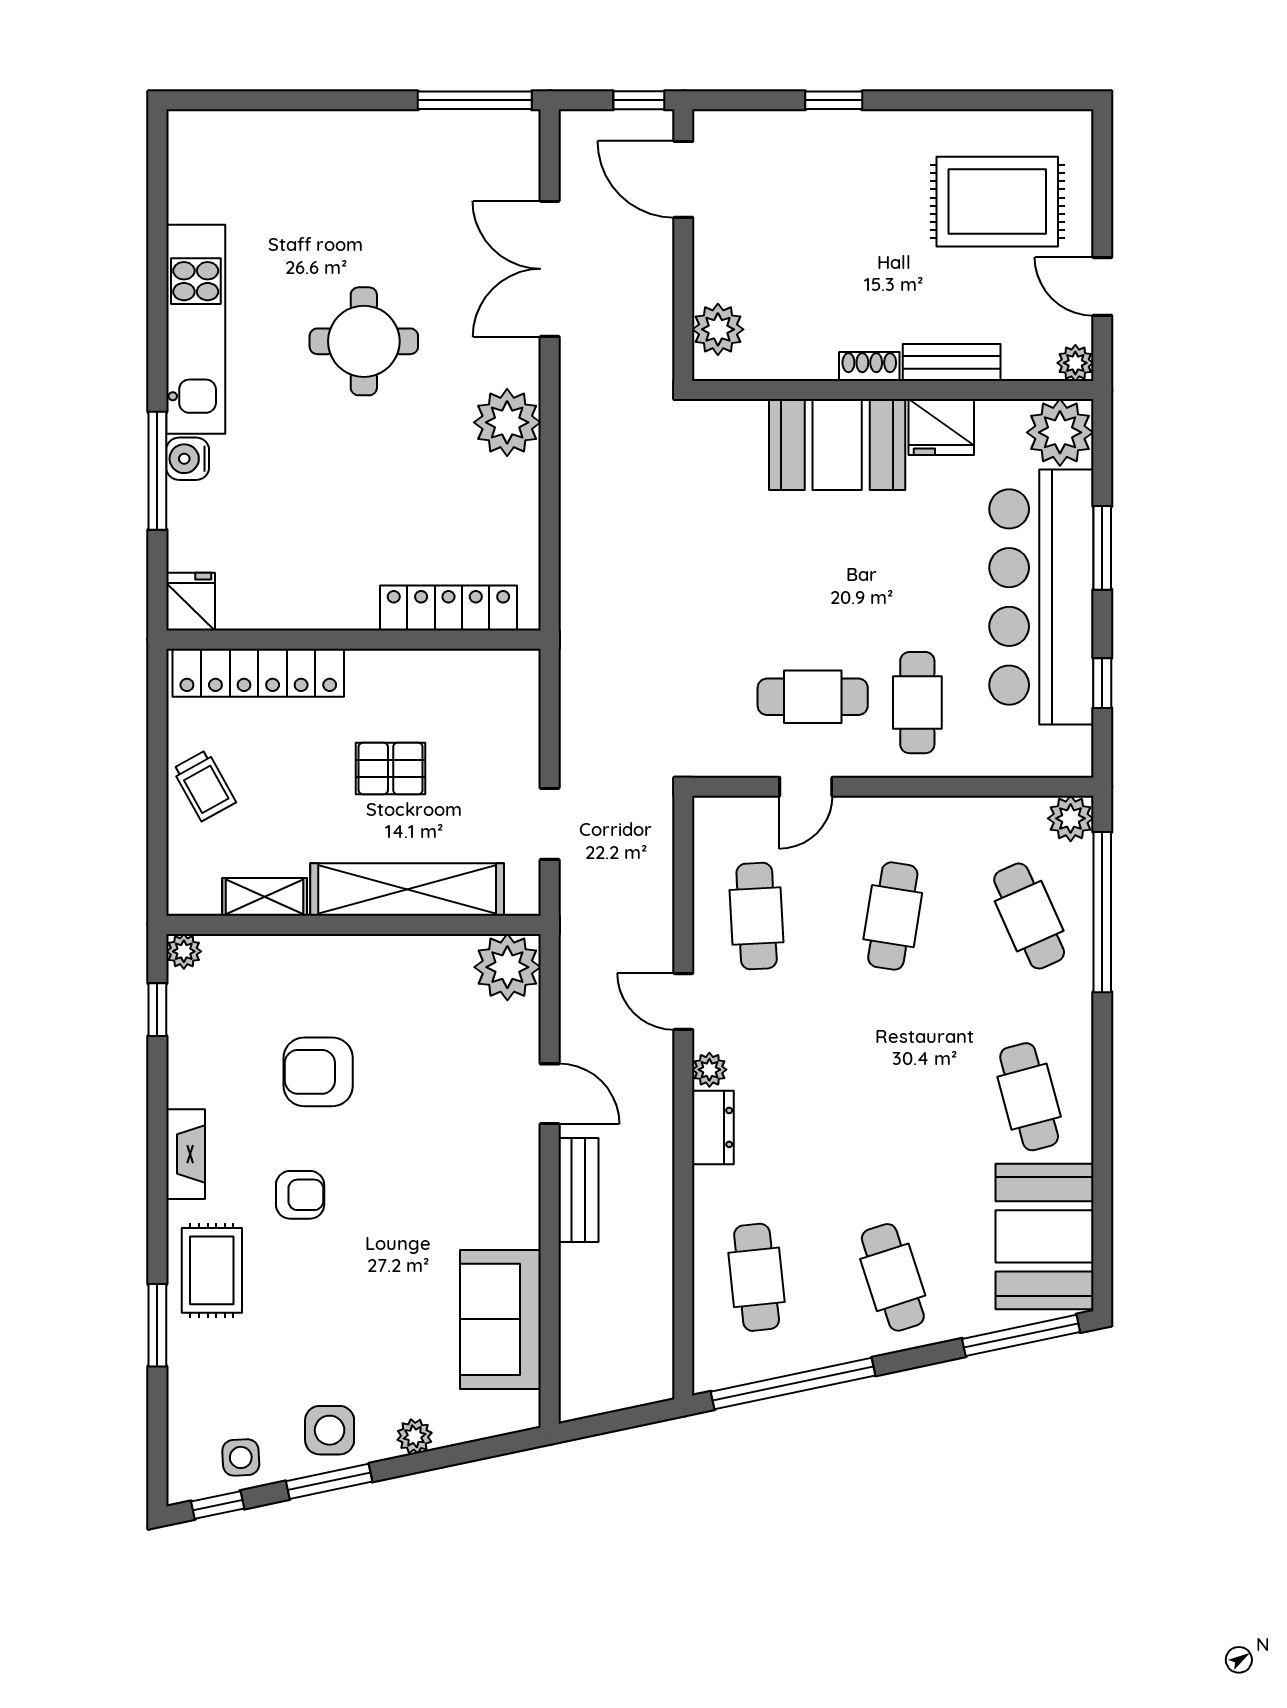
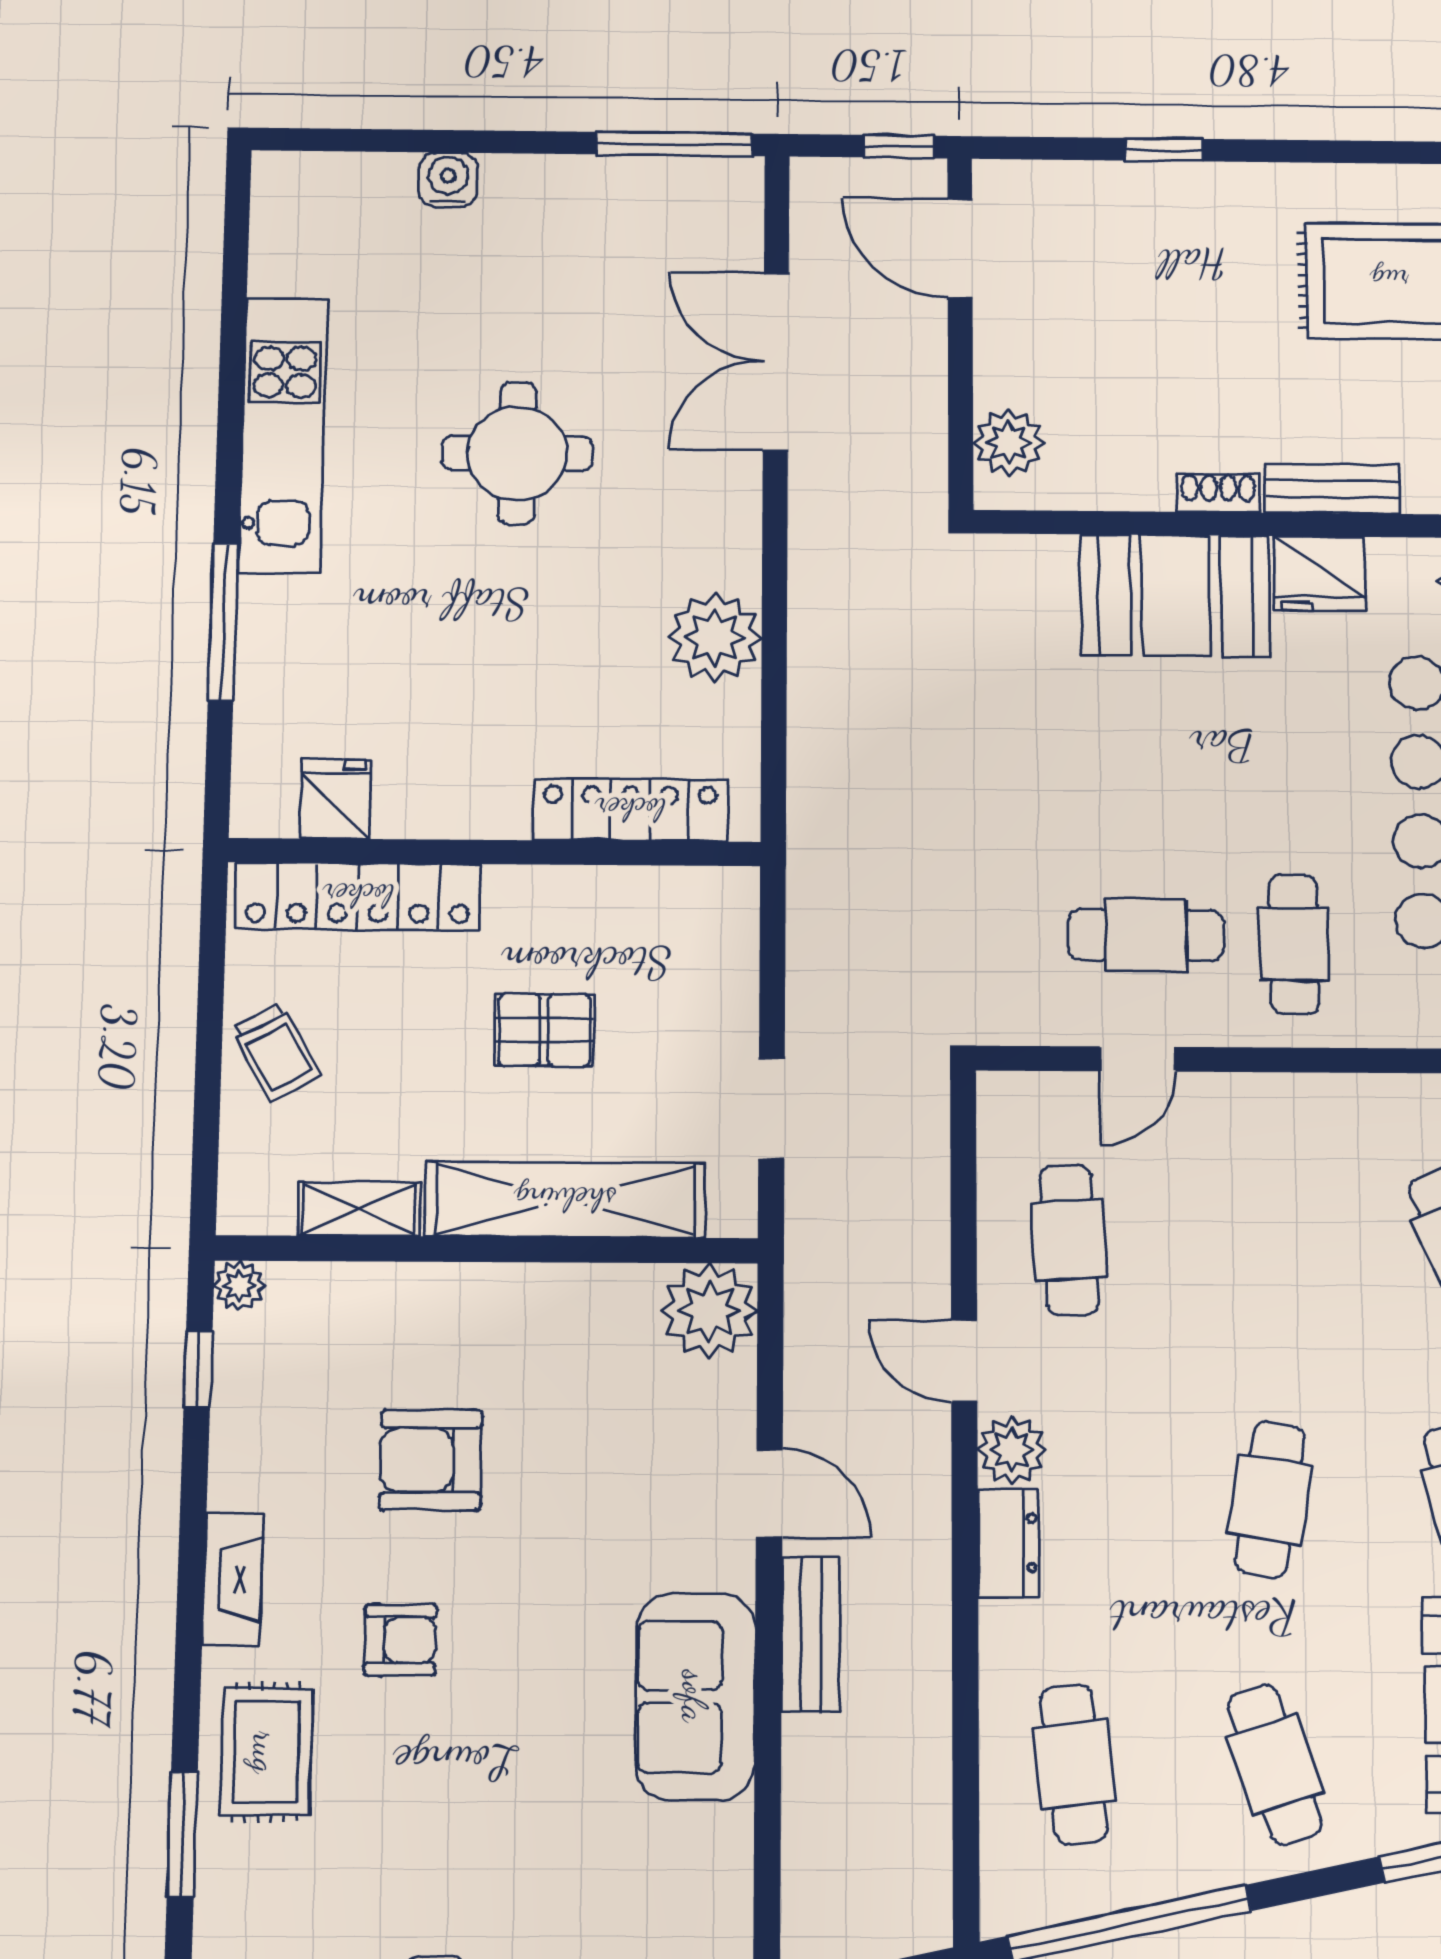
plant: (507, 422) -> (715, 637), moved
water cooler: (188, 459) -> (448, 180), moved, turned 90
fridge: (191, 602) -> (336, 799), moved
cafe table: (893, 916) -> (1270, 1499), moved
plant: (709, 1070) -> (1012, 1450), width x1.38, depth x1.38
sofa: (500, 1319) -> (695, 1696), moved

